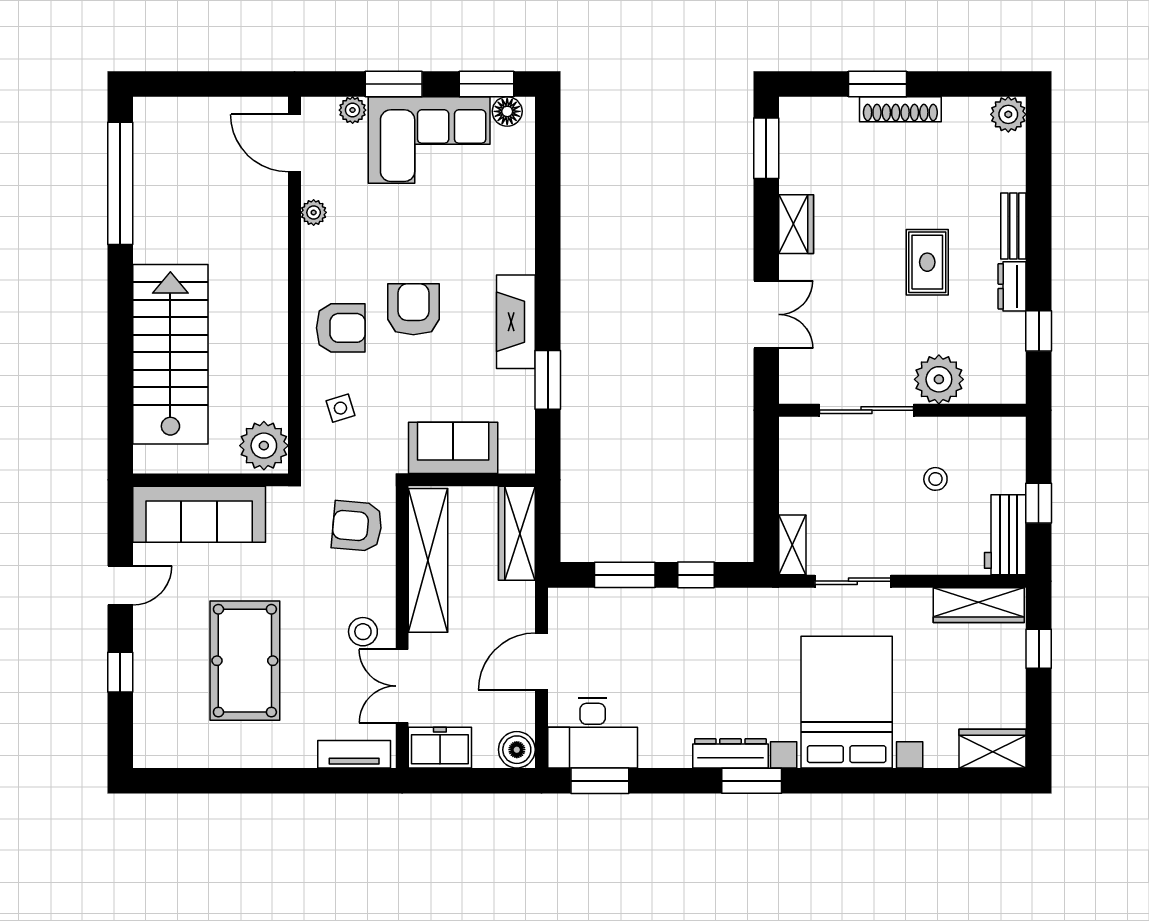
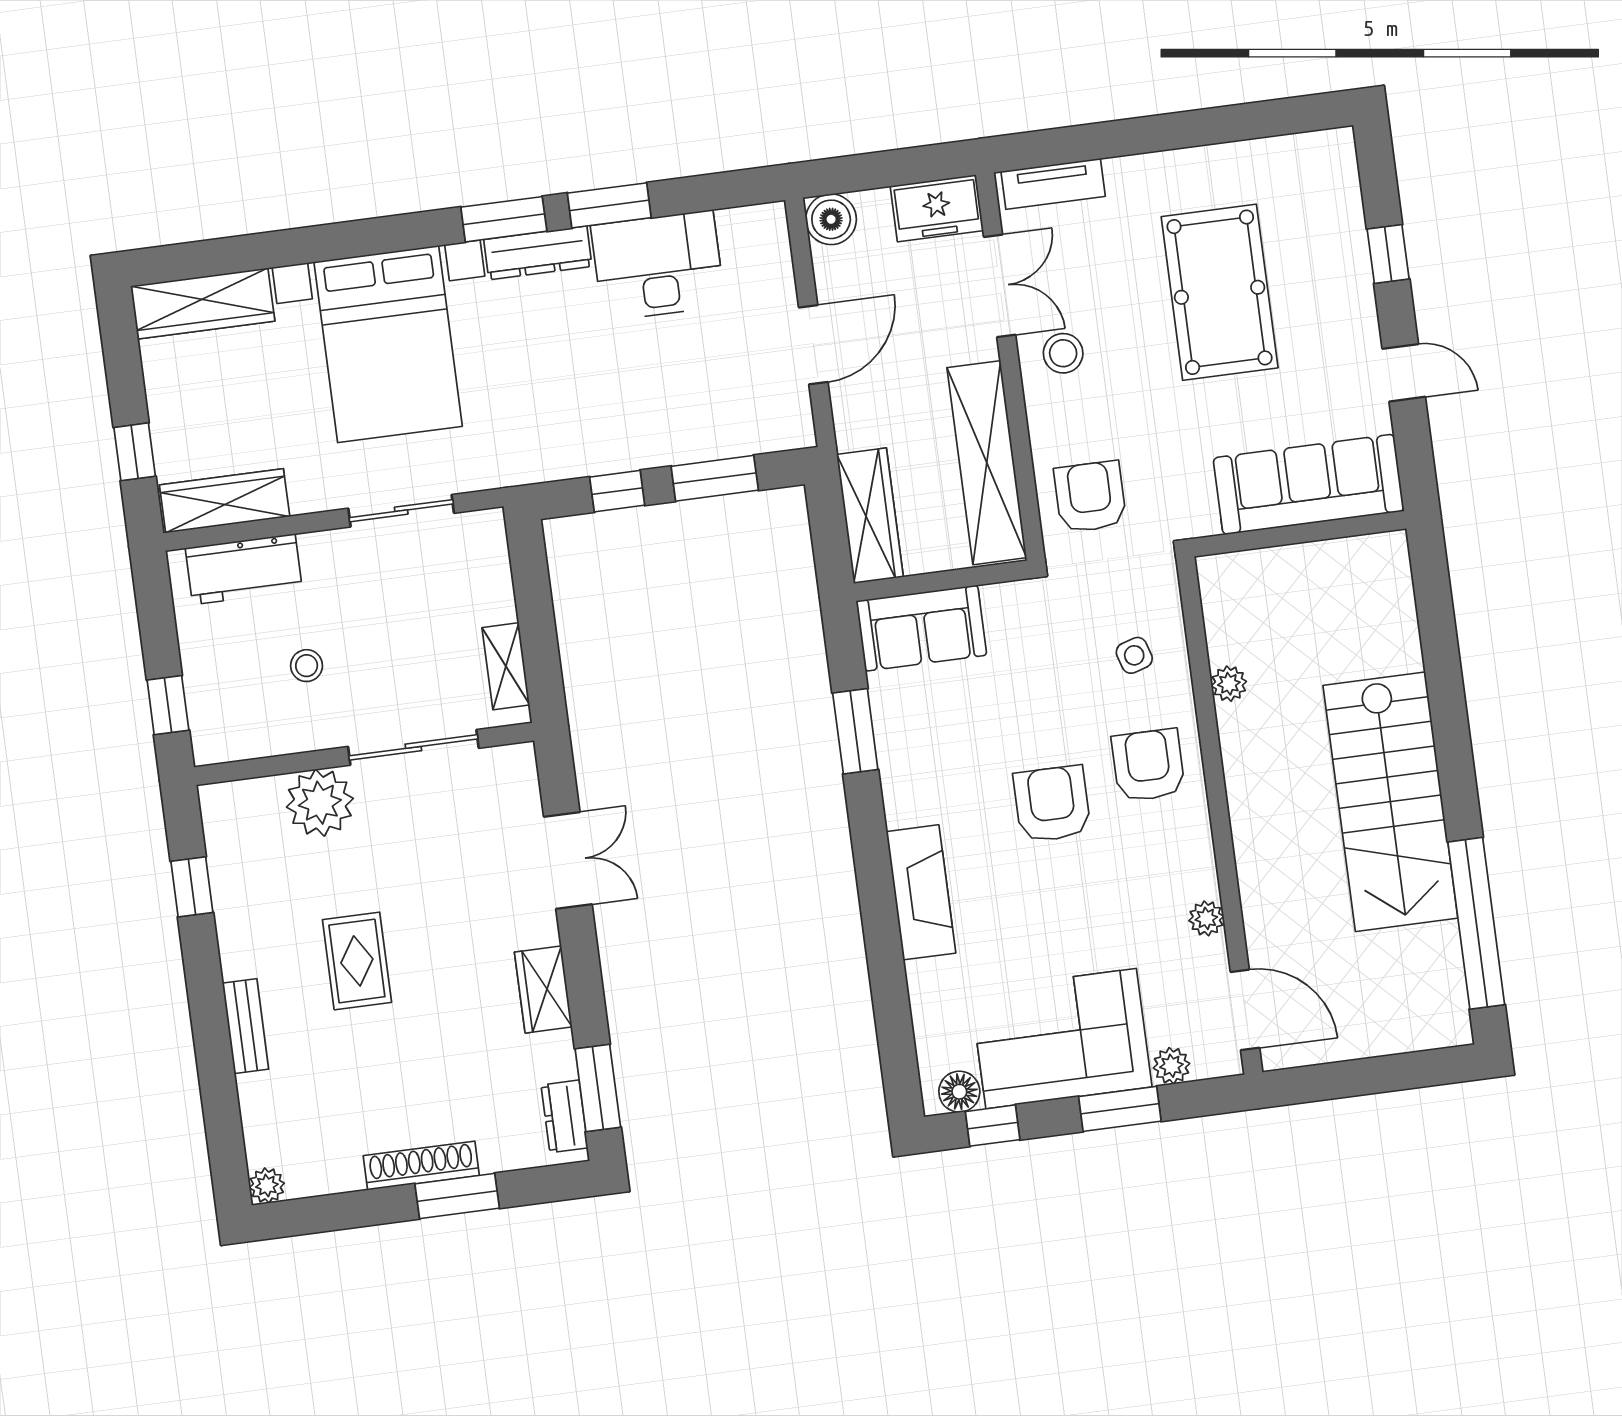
window: (487, 84) -> (993, 1126), width x0.67
plant: (1008, 114) -> (267, 1186), width x0.73, depth x0.73
dresser: (1012, 286) -> (565, 1116), moved, turned 180
armchair: (413, 309) -> (1052, 804), turned 180
double door: (766, 314) -> (568, 860), swing flipped
fireplace: (516, 322) -> (921, 892), moved
armchair: (341, 328) -> (1148, 765), turned 90
stairs: (170, 354) -> (1390, 802), moved
plant: (264, 446) -> (1229, 684), moved, width x0.53, depth x0.53
sofa: (453, 448) -> (921, 628), moved
window: (1039, 503) -> (168, 705), moved
armchair: (357, 526) -> (1090, 497), turned -95
workbench: (1005, 535) -> (244, 569), moved, turned 90
shelving: (792, 545) -> (506, 666), moved
door: (120, 585) -> (1404, 373), swing flipped
desk: (593, 733) -> (658, 266), moved
wardrobe: (993, 749) -> (203, 304), width x1.50
window: (600, 781) -> (609, 205), moved

